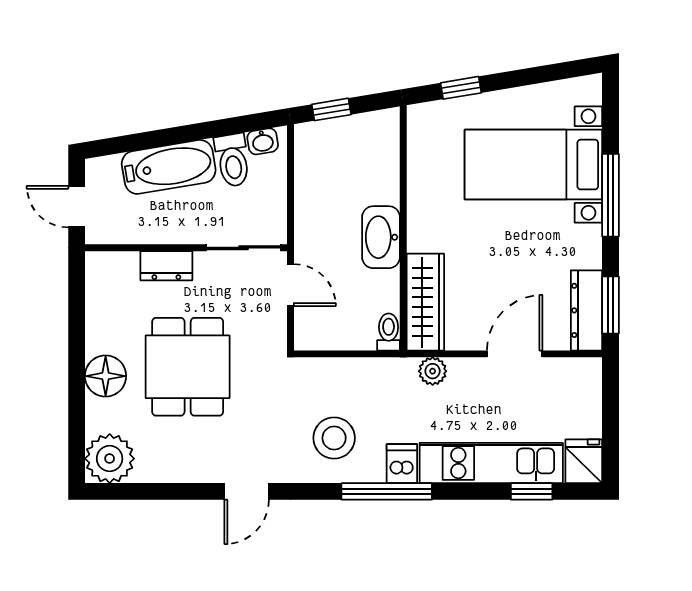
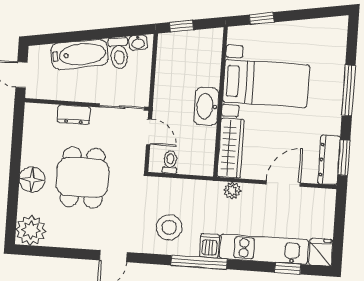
bed with nightstands: (533, 165) -> (266, 83), moved, turned 180
toilet: (389, 332) -> (170, 162), moved

